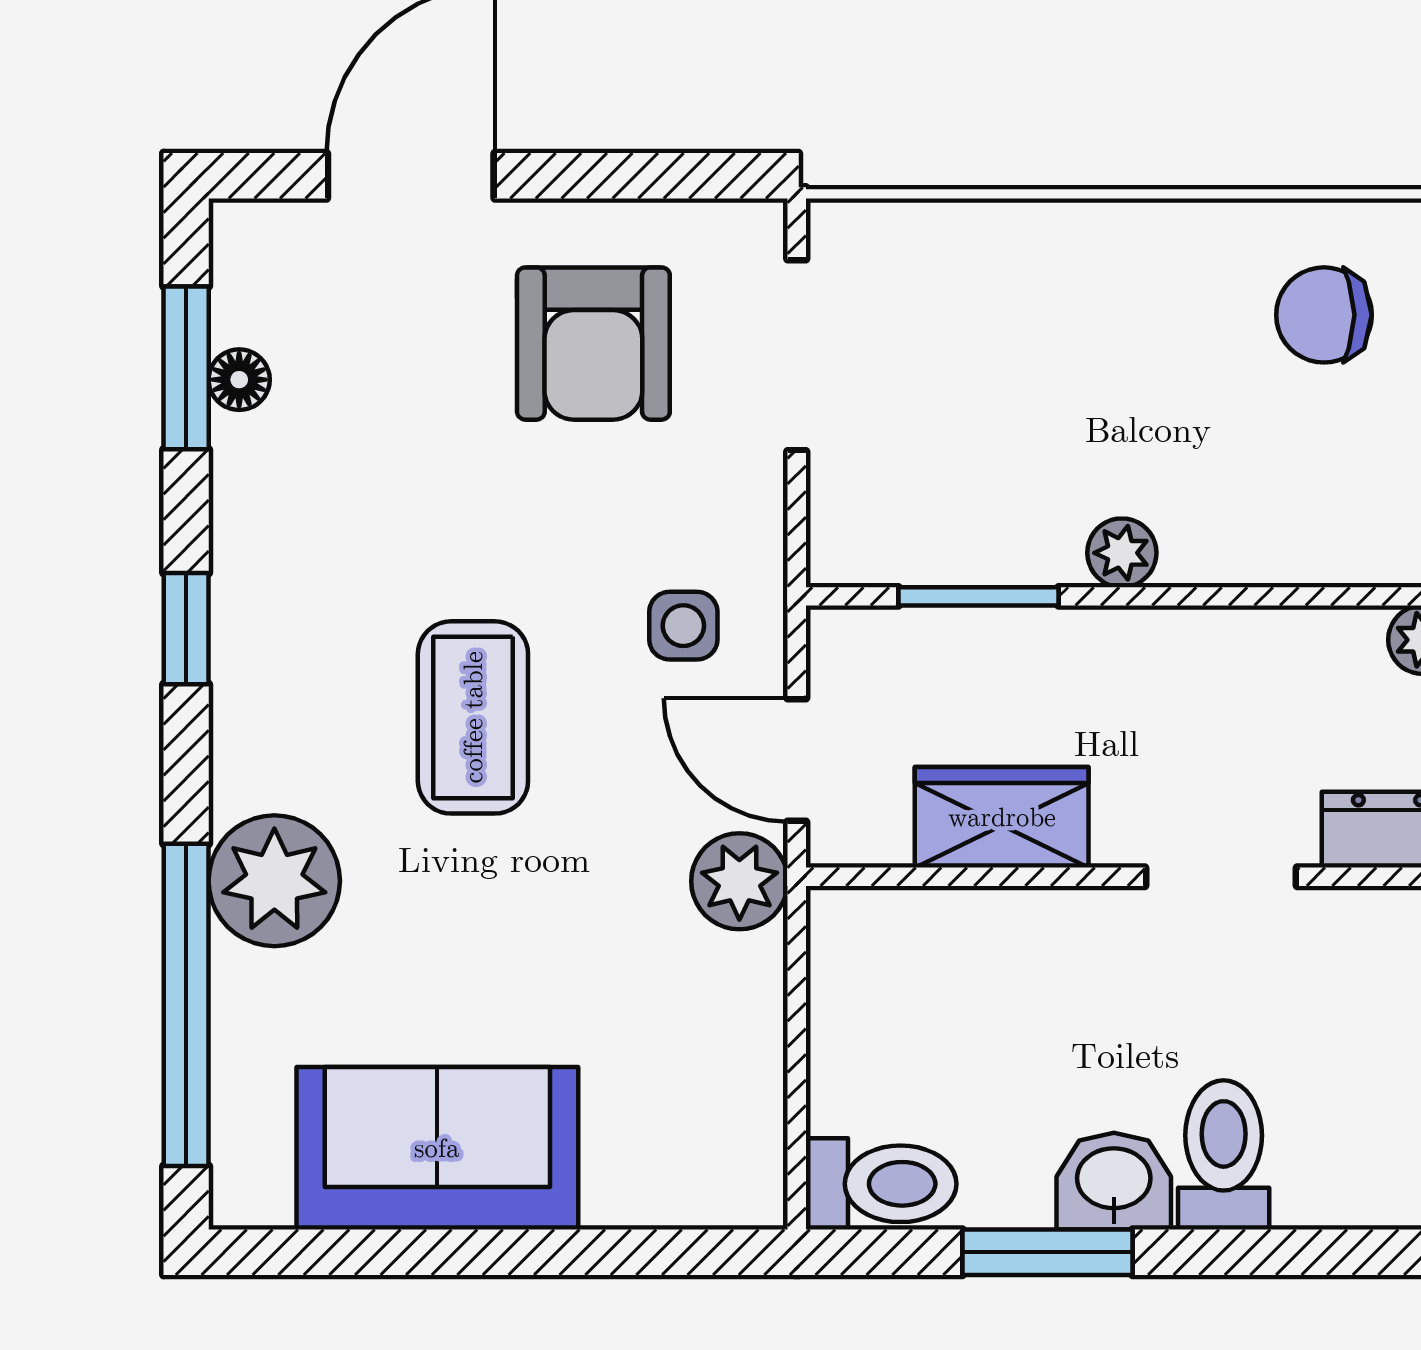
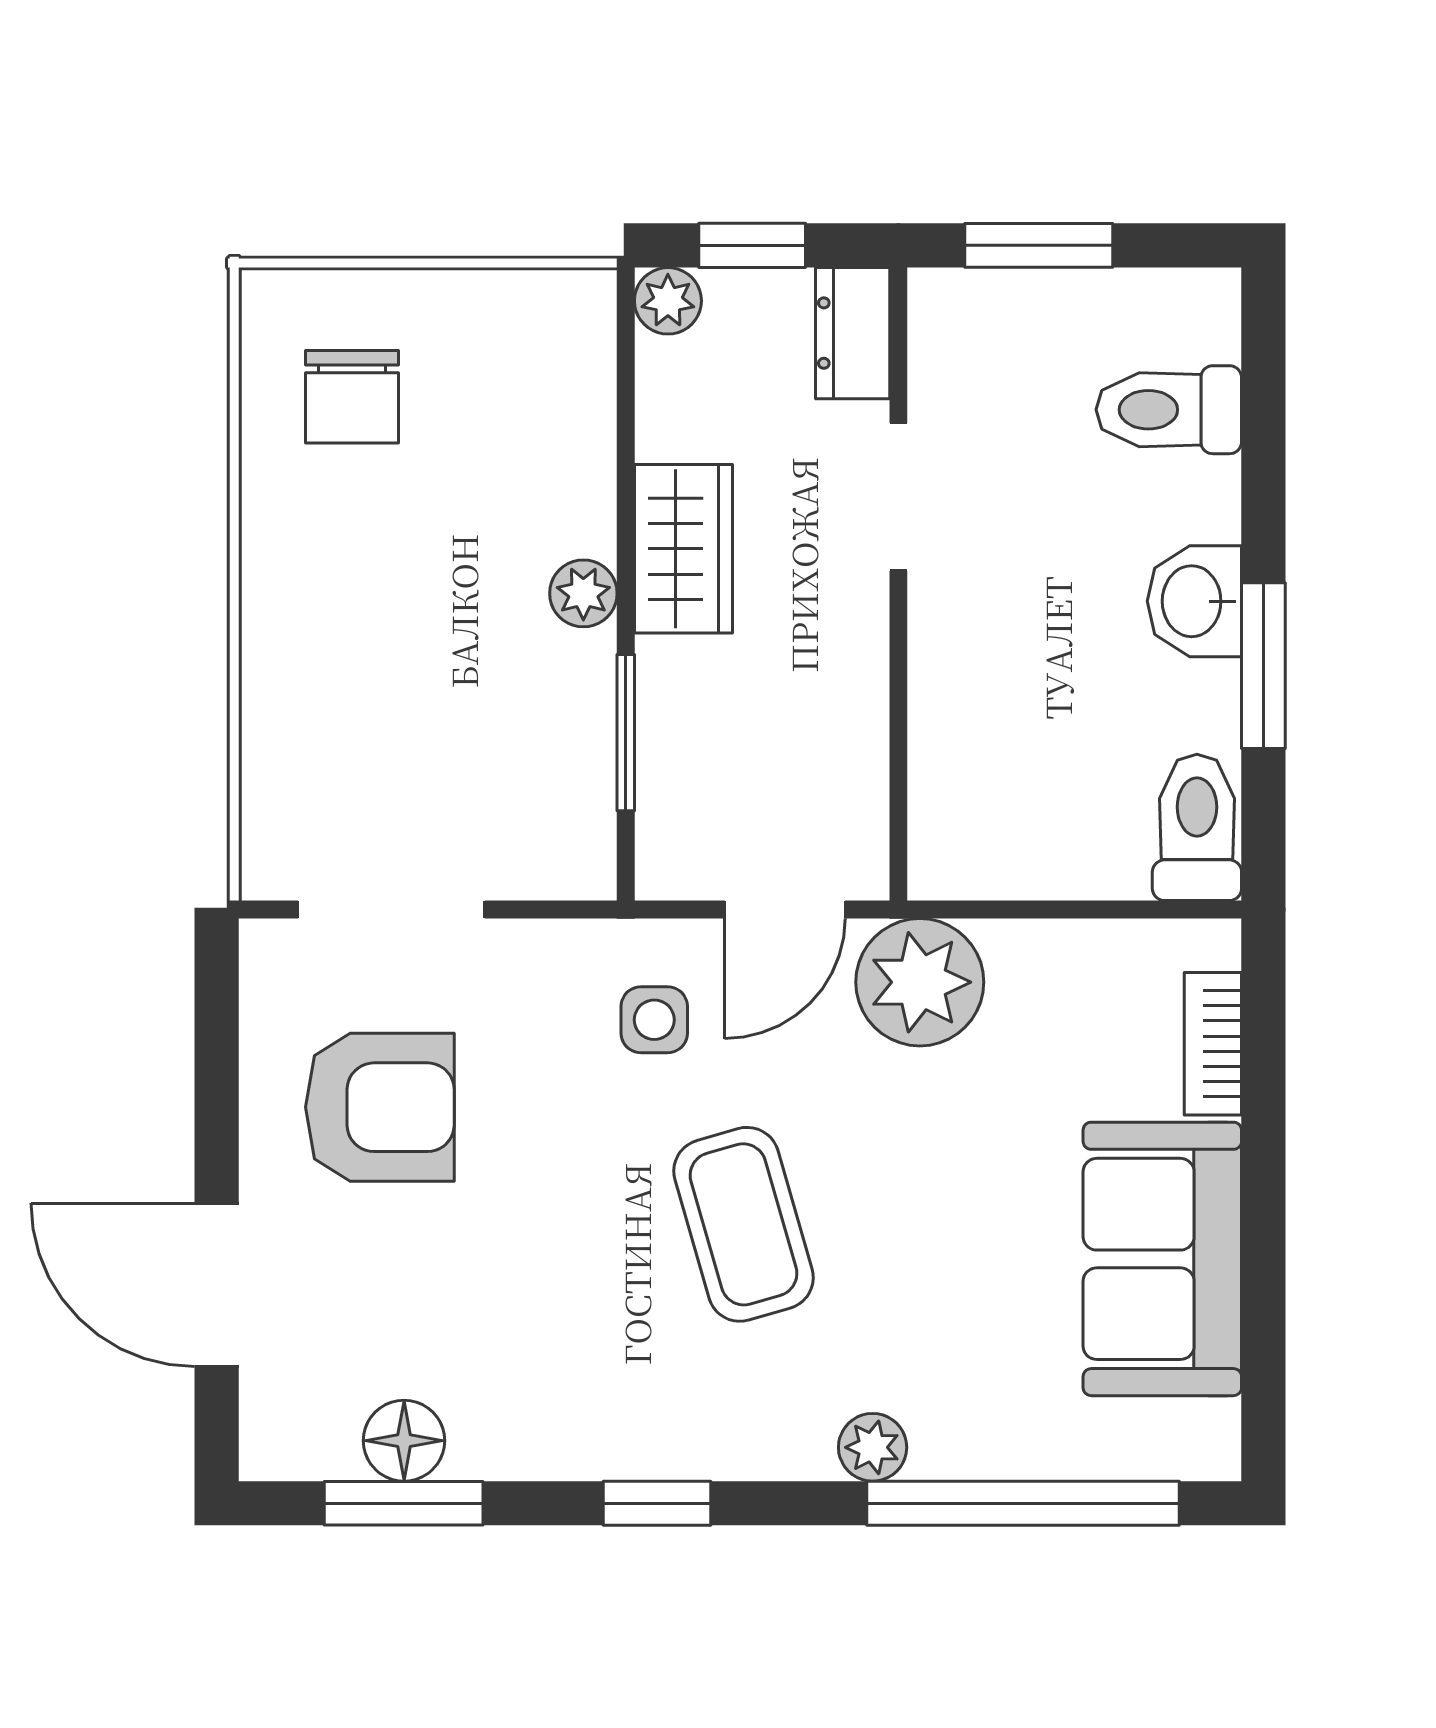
floor lamp: (239, 380) -> (404, 1441), width x1.37, depth x1.37
coffee table: (473, 717) -> (743, 1224), turned 74
wardrobe: (1002, 817) -> (683, 549), moved, turned 180
plant: (274, 881) -> (873, 1447), width x0.53, depth x0.53
plant: (739, 881) -> (920, 982), width x1.36, depth x1.36
toilet: (1224, 1155) -> (1169, 410), moved
bookcase: (659, 1200) -> (1213, 1044), added

